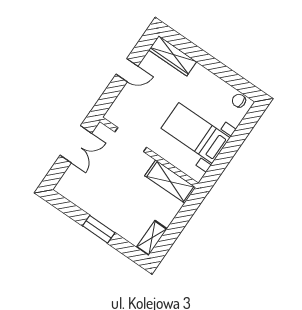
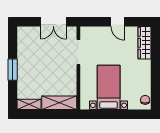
shelving: (170, 182) -> (59, 103), moved, turned 90

